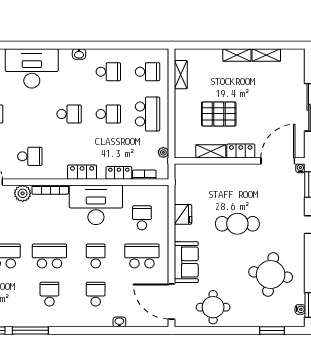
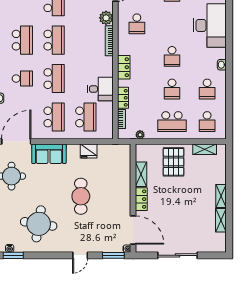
pallet: (219, 114) -> (174, 162), moved
desk: (96, 205) -> (100, 89), width x0.53, depth x0.77
school desk: (142, 218) -> (86, 117), width x1.85
school desk: (96, 256) -> (54, 79), width x1.85
school desk: (49, 294) -> (22, 40), width x1.85

